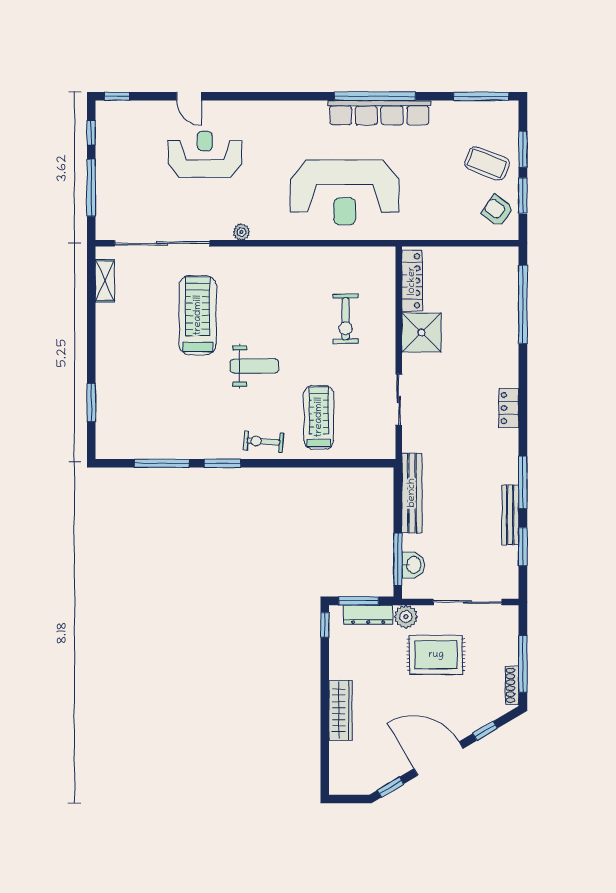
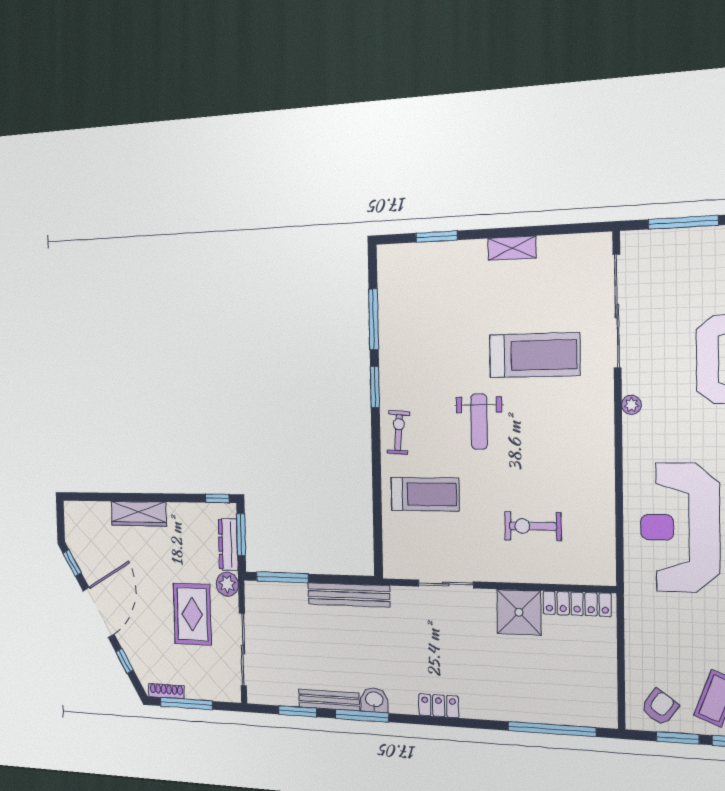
shelving: (105, 281) -> (512, 248), moved
washbasin: (413, 565) -> (374, 700), moved, turned 180

